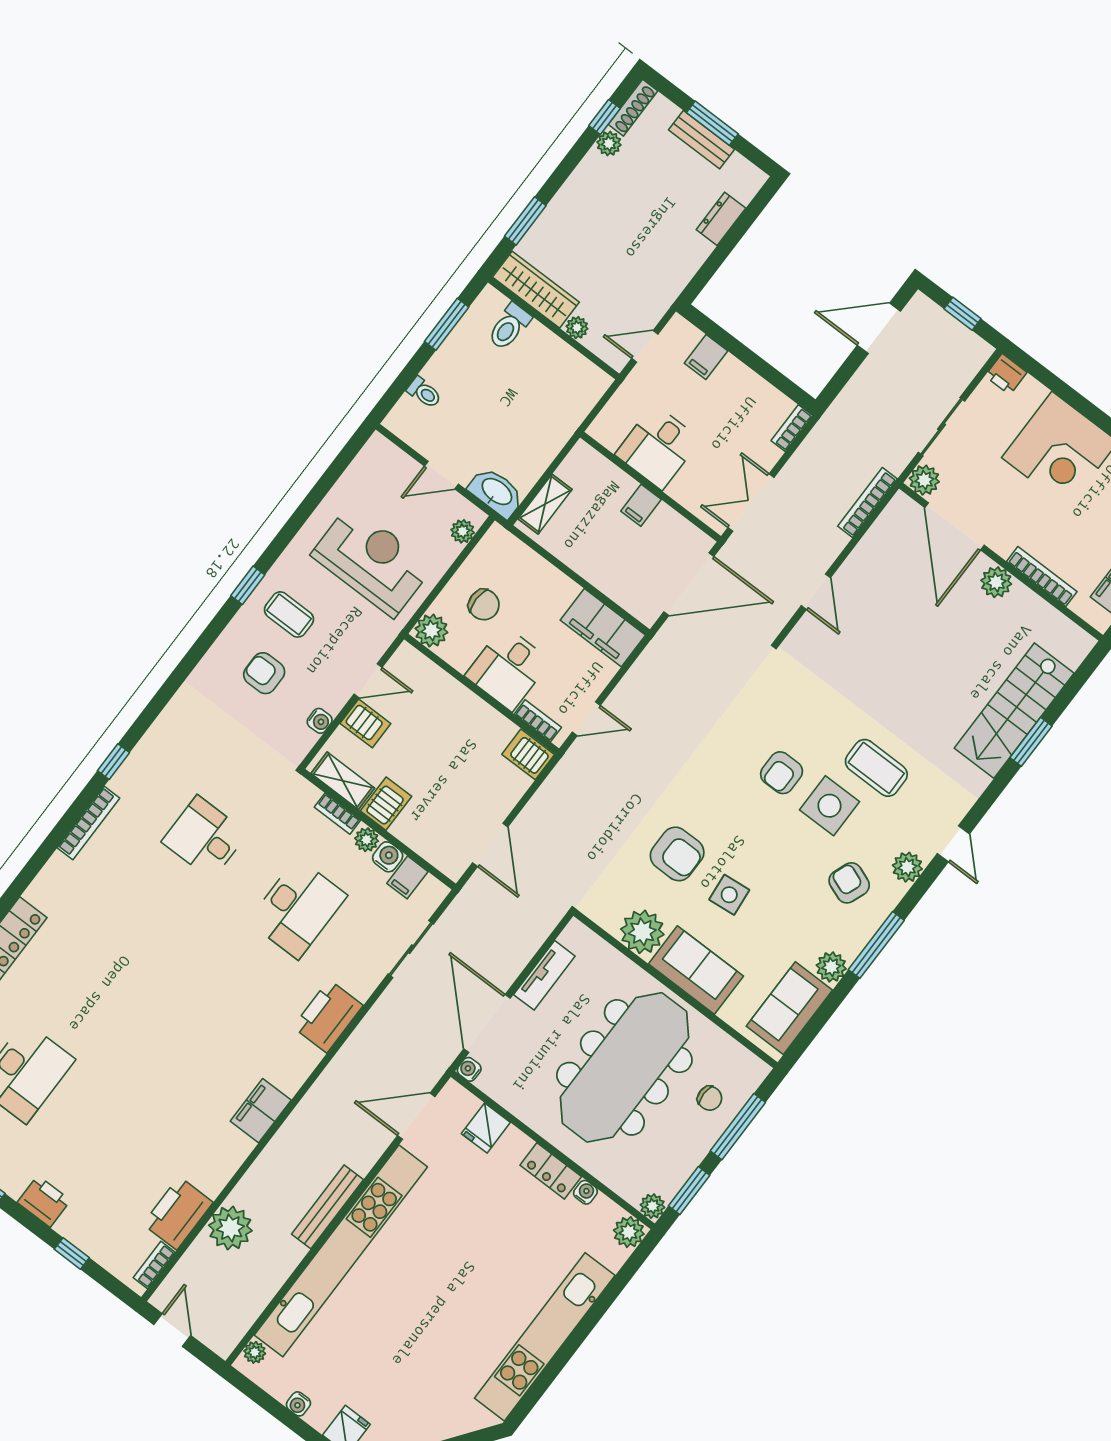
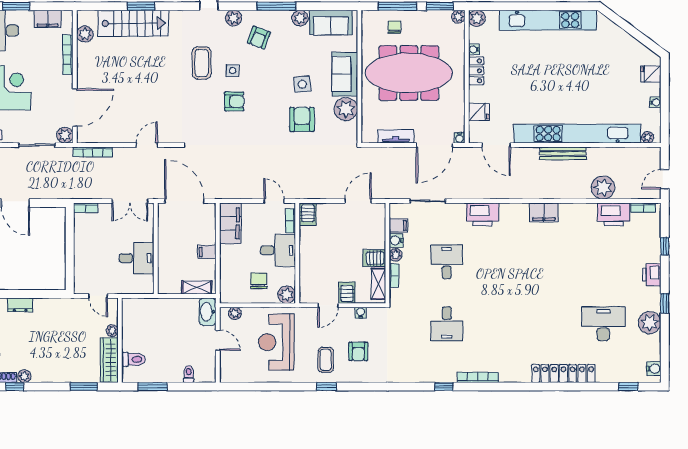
filing cabinet: (706, 357) -> (83, 267), removed
filing cabinet: (641, 505) -> (207, 252), moved, turned 180
plant: (996, 582) -> (85, 34), moved
door: (368, 681) -> (328, 305), swing flipped
side table: (830, 806) -> (233, 71), width x0.54, depth x0.54
desk: (298, 908) -> (447, 262), width x0.73

